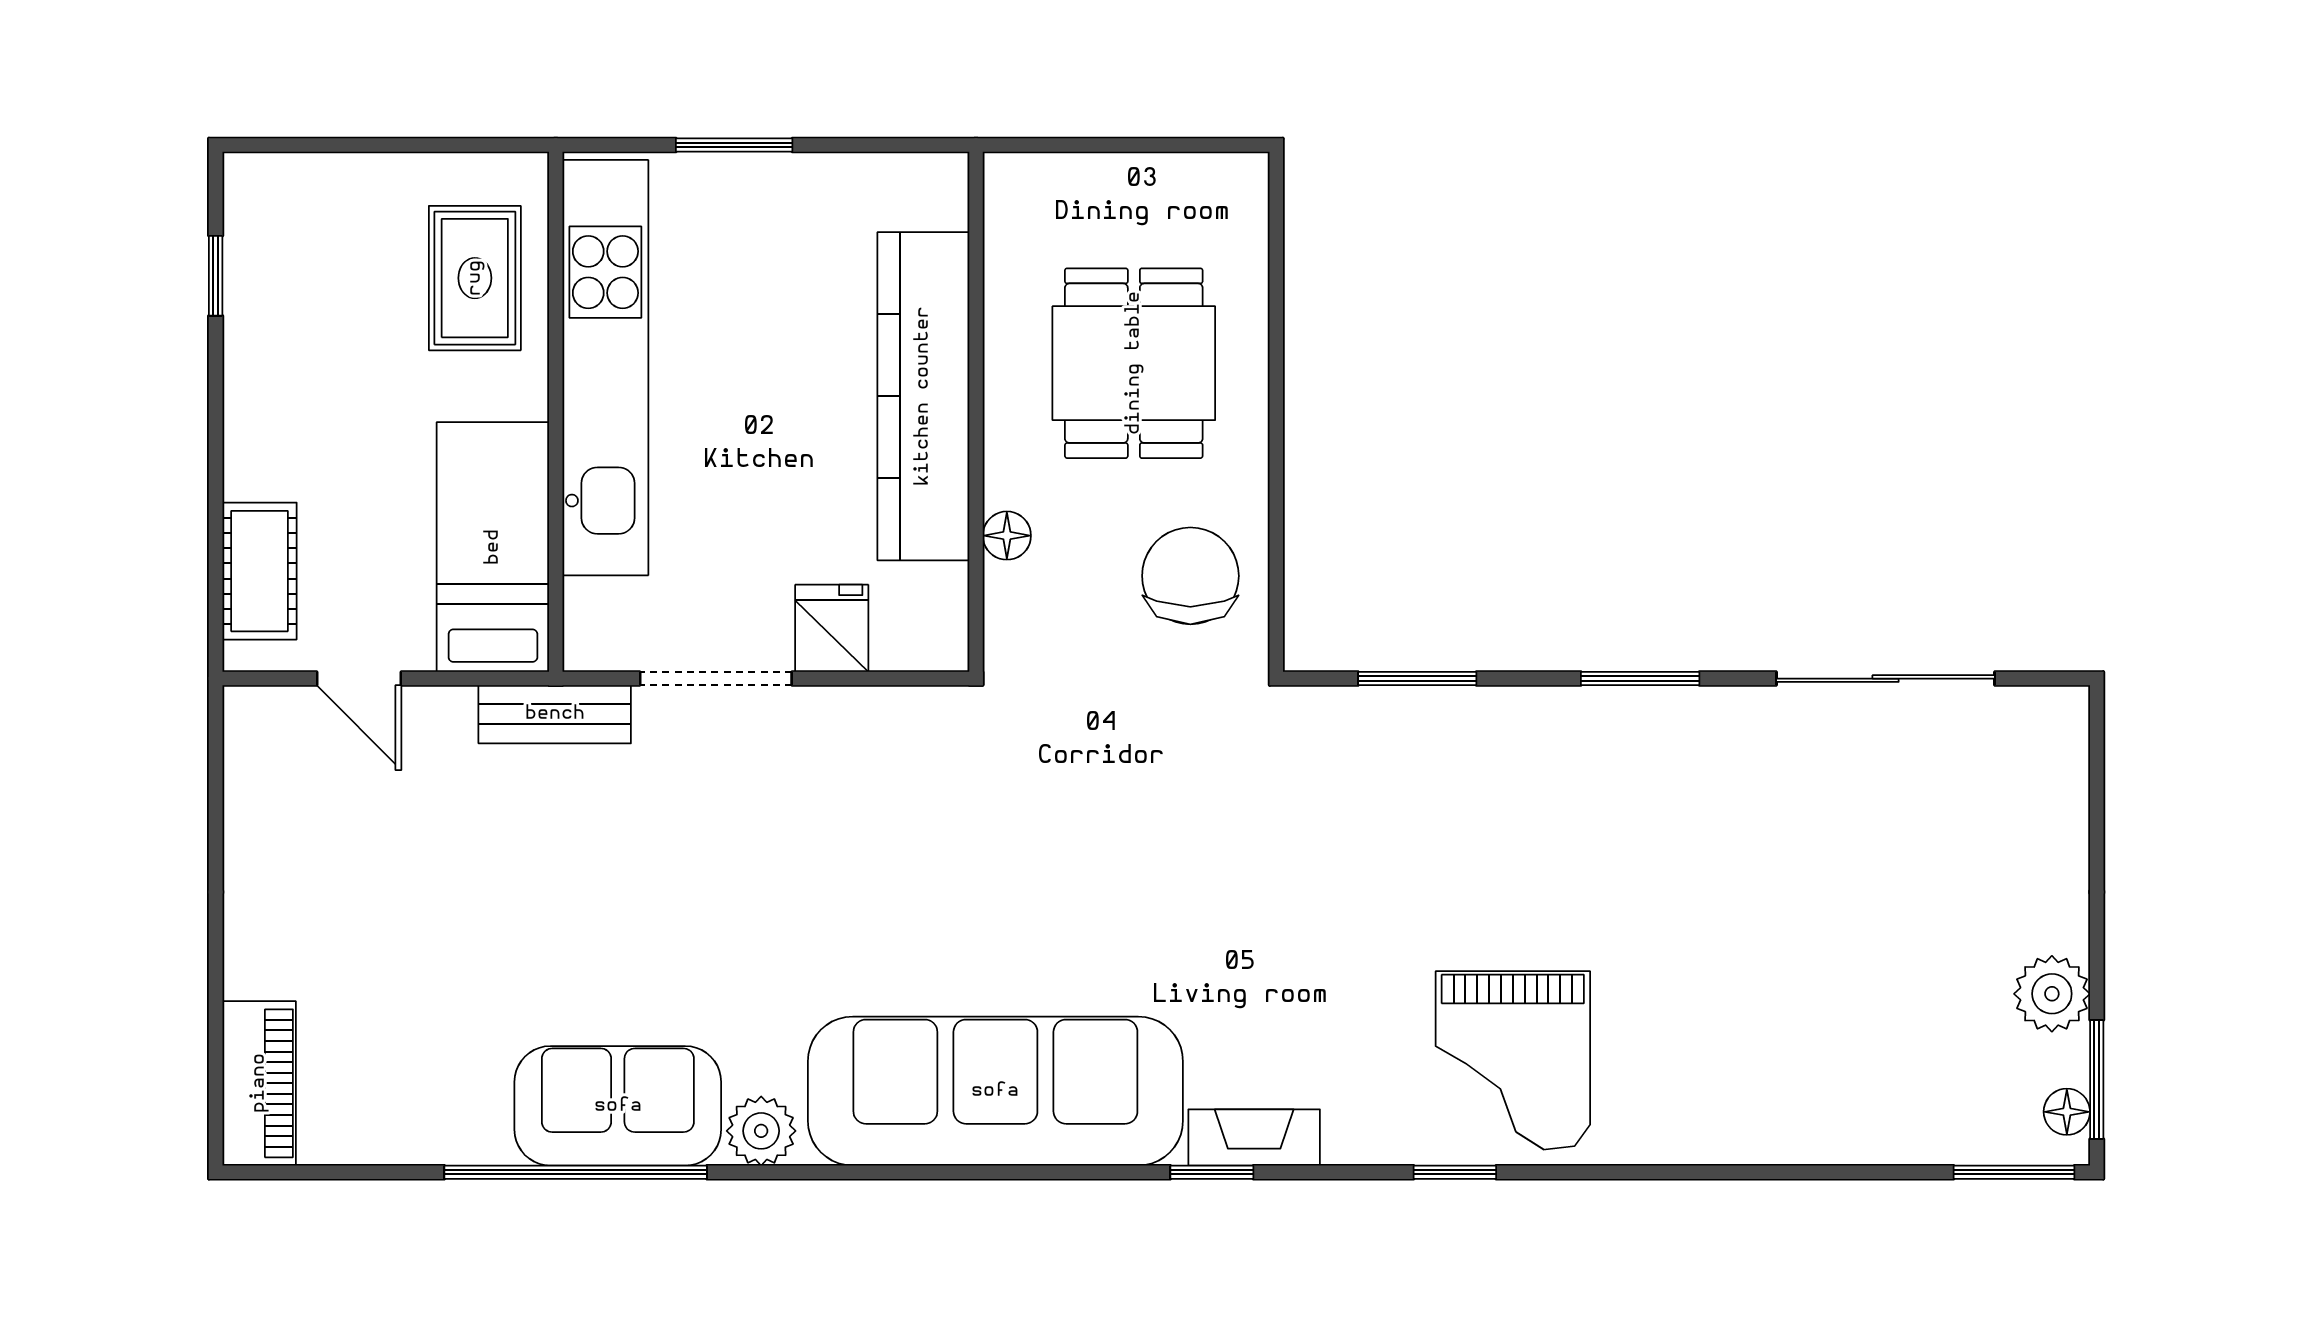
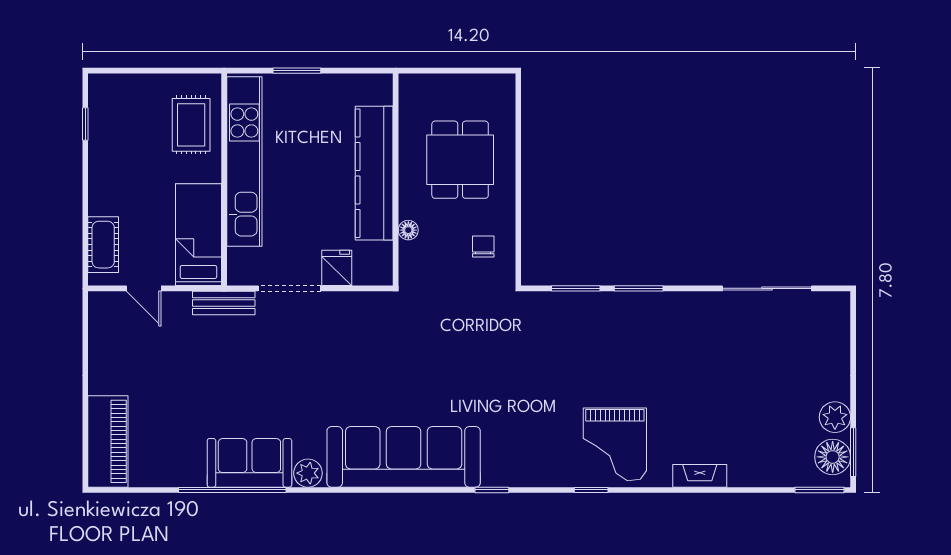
chair: (1190, 576) -> (483, 247), width x0.54, depth x0.54
window: (1640, 679) -> (639, 288), moved
piano: (259, 1083) -> (108, 441), width x1.37, depth x1.33
floor lamp: (2067, 1112) -> (833, 457), width x1.89, depth x1.89
fireplace: (1254, 1137) -> (700, 476), moved

